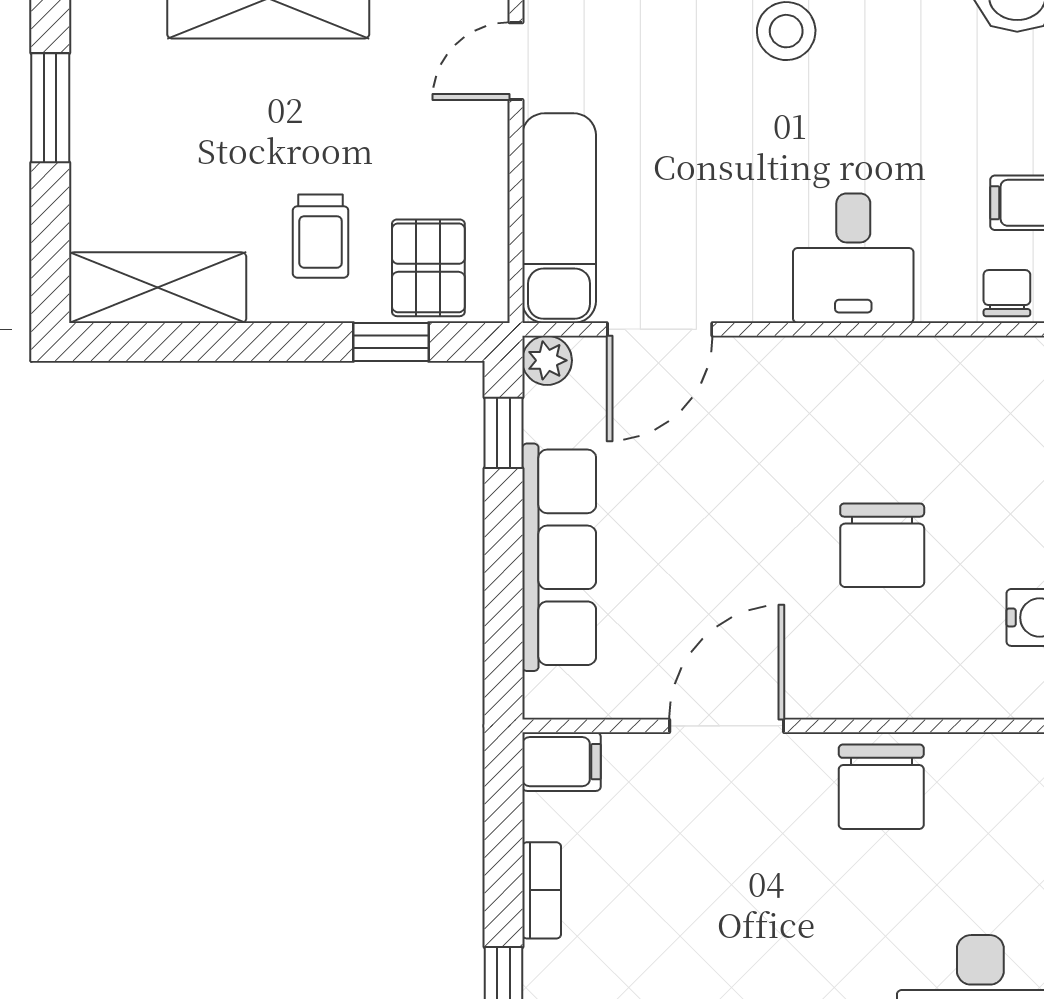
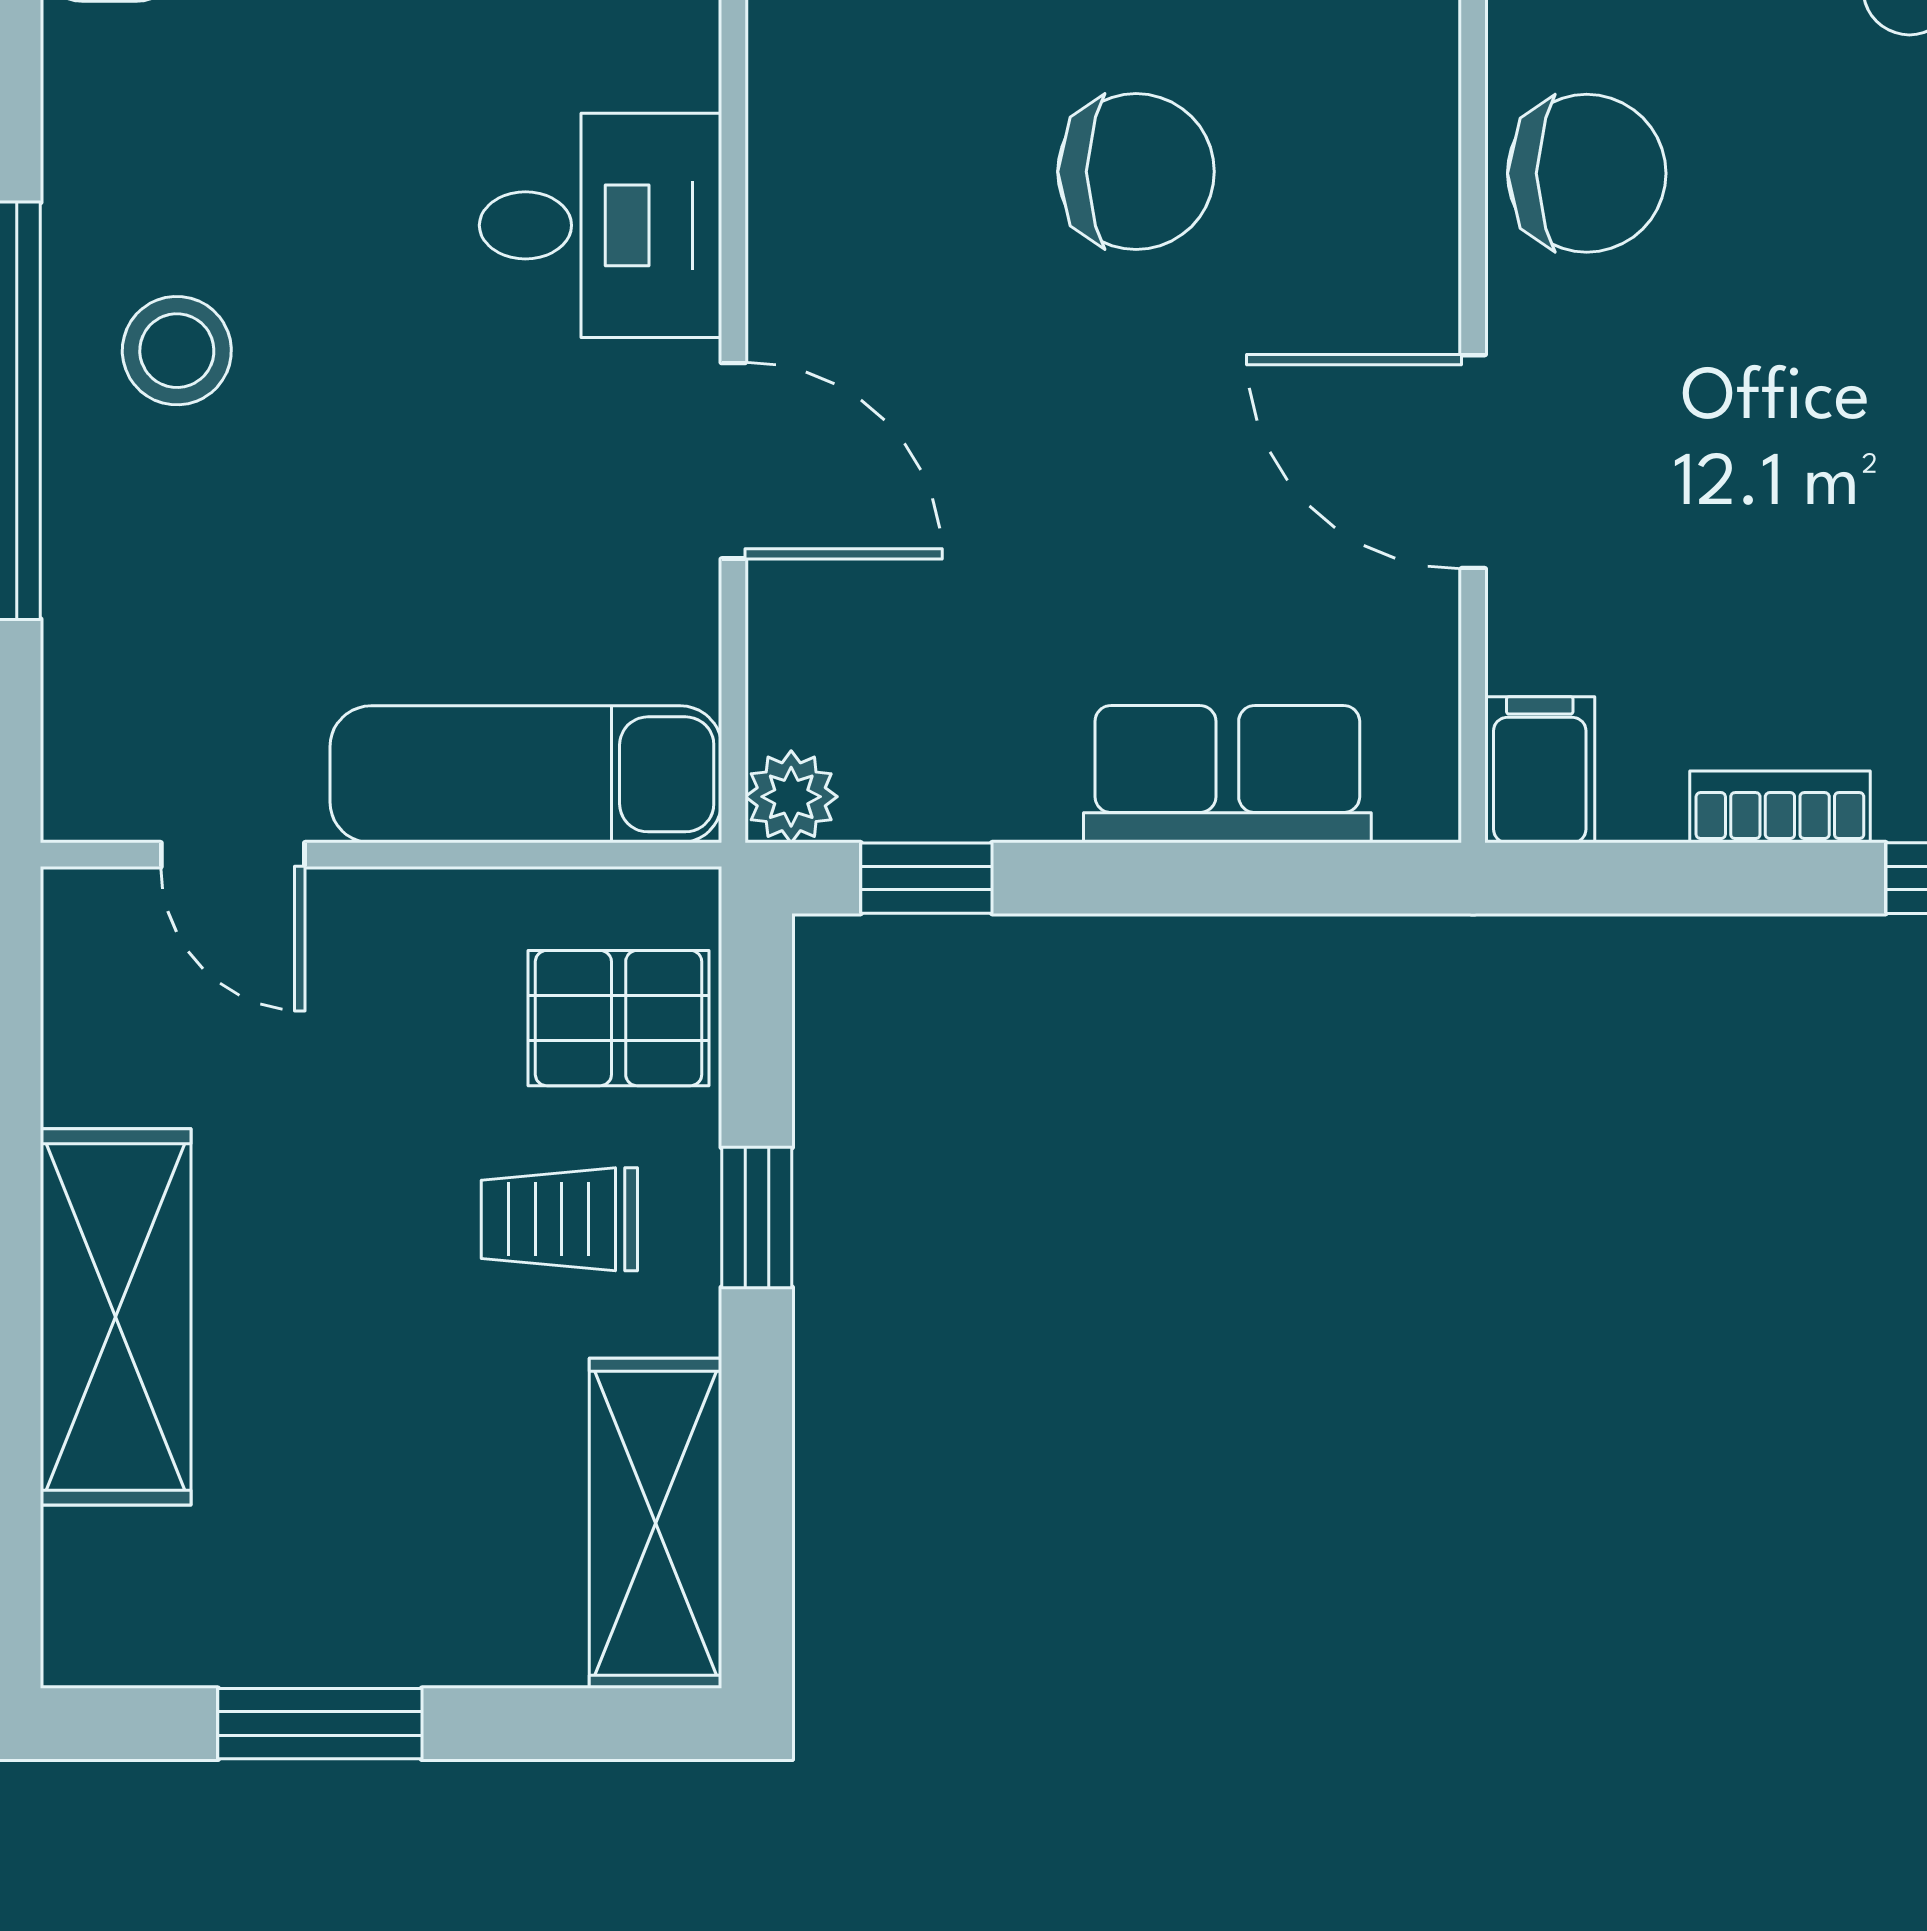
trolley: (321, 236) -> (559, 1219), turned 180
door: (660, 329) -> (733, 461), moved
window: (391, 342) -> (757, 1217), moved
row of seats: (559, 557) -> (1227, 774), width x0.68

